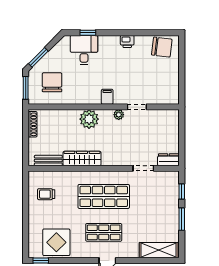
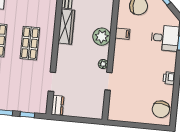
filing cabinet: (107, 97) -> (122, 34), moved
shop shelf: (104, 196) -> (30, 43), width x0.70, depth x0.74

